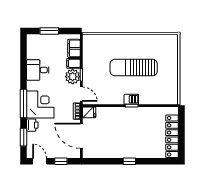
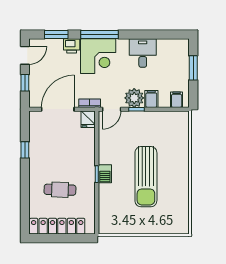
filing cabinet: (74, 48) -> (177, 100), width x0.50
sun lounger: (134, 68) -> (146, 177), turned 180
cafe table: (144, 134) -> (60, 190), added
window: (129, 161) -> (25, 150), moved

